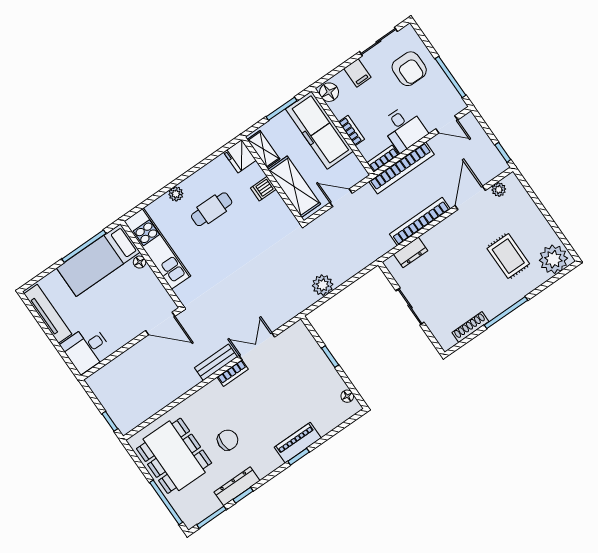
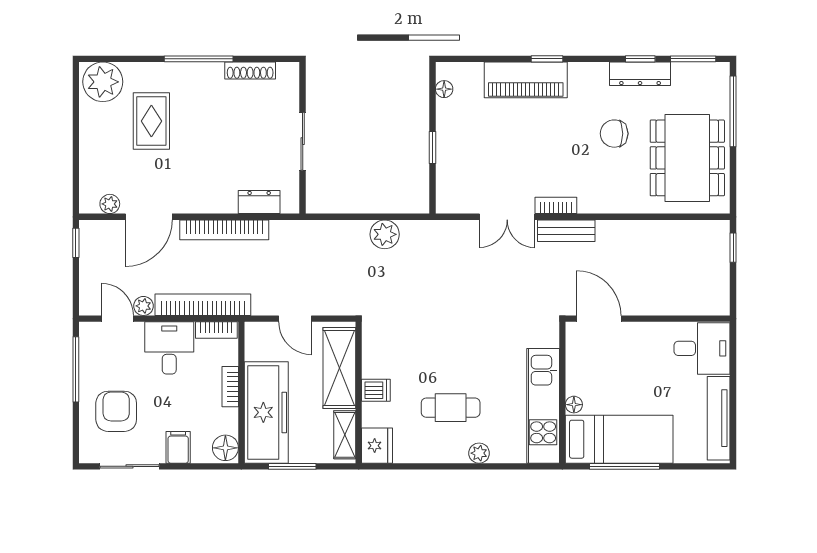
plant: (436, 143) -> (143, 306), added
piano: (298, 443) -> (526, 80), width x1.37, depth x1.33

